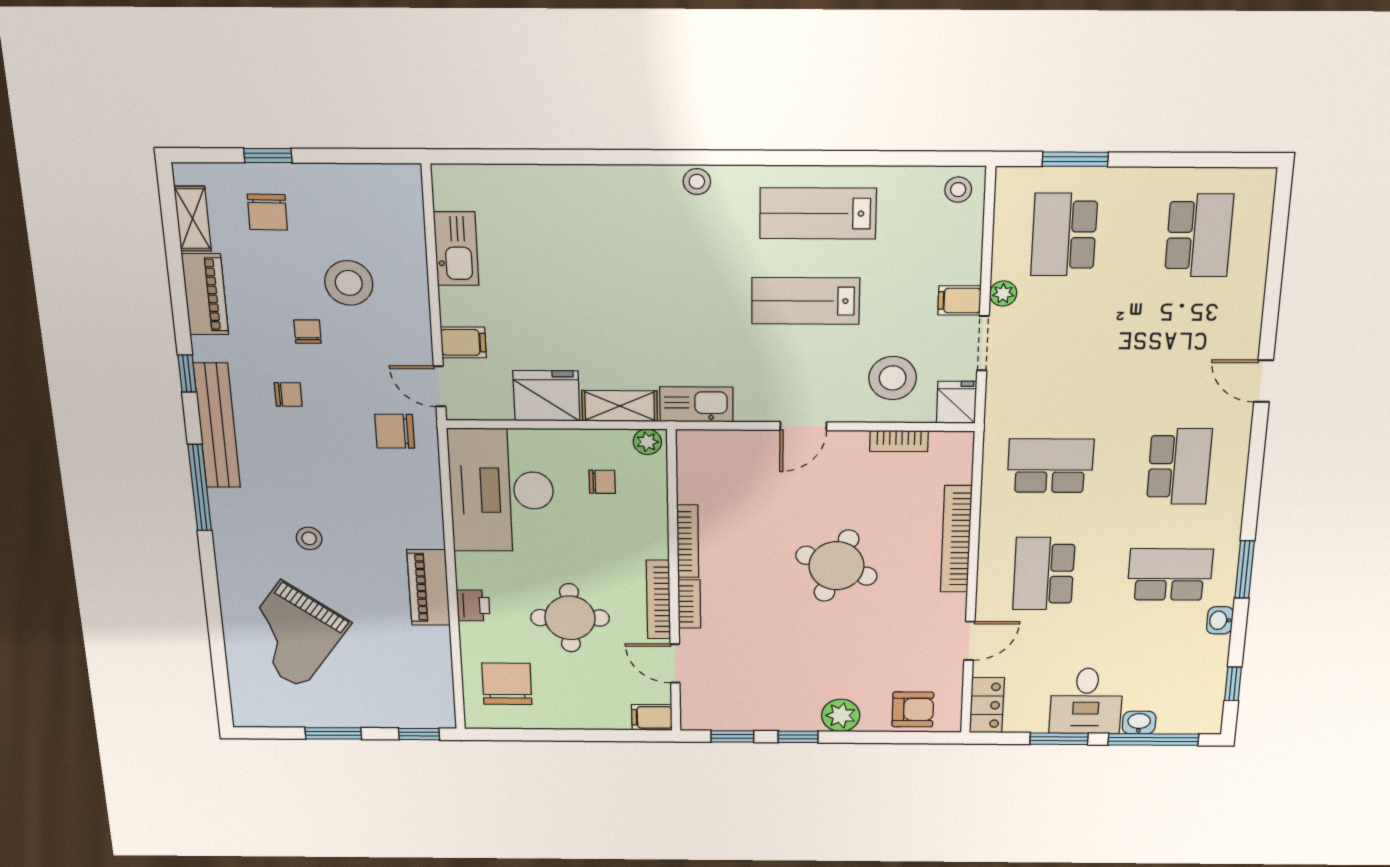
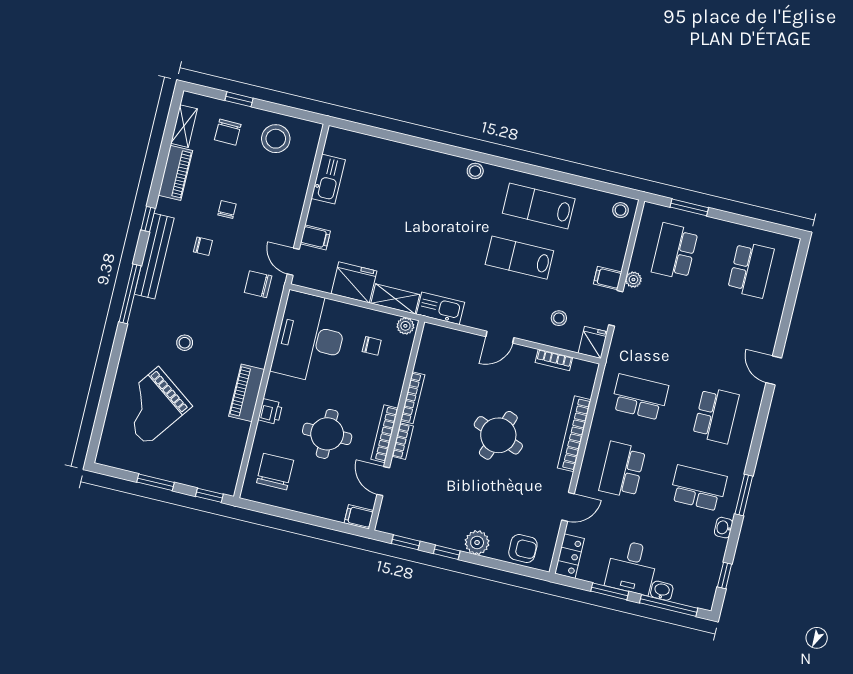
stool: (349, 283) -> (276, 139), moved
stool: (893, 378) -> (559, 318), width x0.53, depth x0.53

